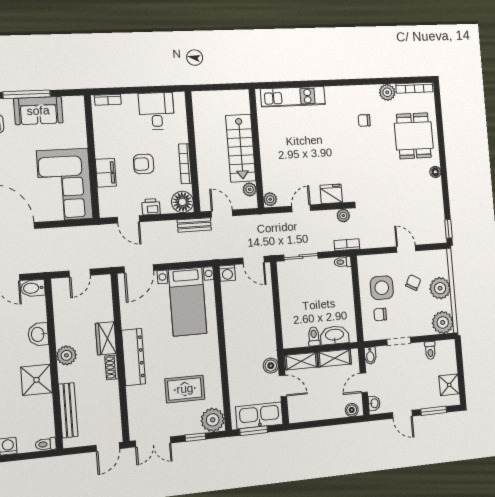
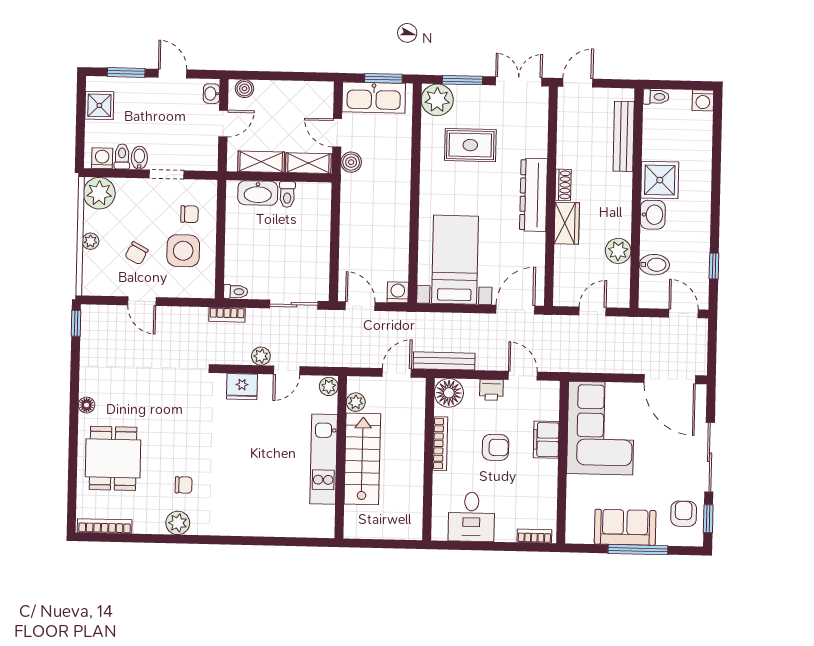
plant: (387, 92) -> (178, 523), moved
kitchen unit: (293, 97) -> (324, 459), moved, turned -90
door: (222, 213) -> (397, 373), swing flipped
plant: (343, 216) -> (261, 356), moved
bench: (194, 225) -> (444, 361), width x1.36
bidet: (33, 288) -> (654, 265), moved
plant: (440, 288) -> (90, 241), width x0.53, depth x0.53
washbasin: (38, 334) -> (653, 215), moved
washing machine: (443, 348) -> (102, 158), added
plant: (66, 355) -> (618, 251), moved
bidet: (370, 356) -> (139, 158), moved
window: (195, 437) -> (463, 80), width x1.50

